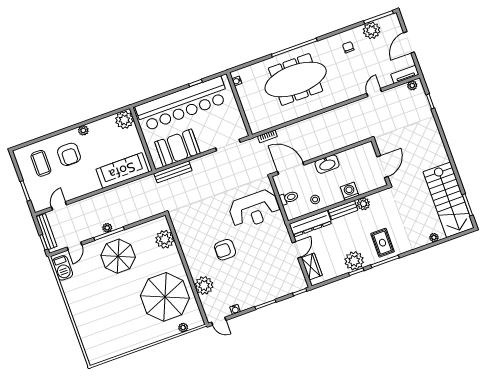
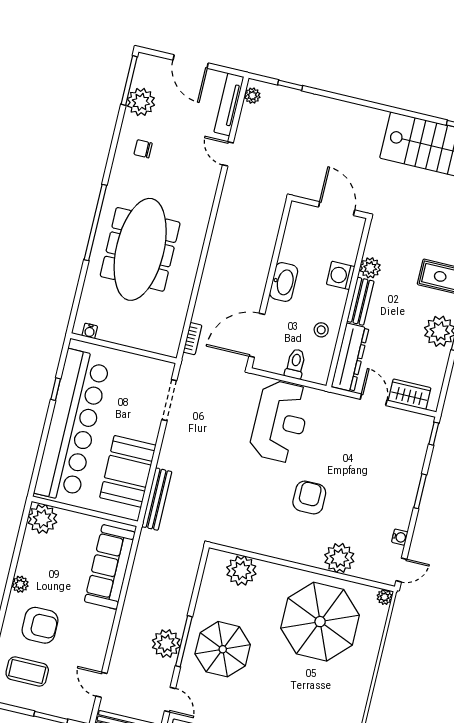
tv unit: (405, 74) -> (229, 104), width x1.41
plant: (107, 228) -> (166, 644), width x1.88, depth x1.88
armchair: (225, 250) -> (309, 498), turned 180
plant: (183, 328) -> (385, 597), moved

